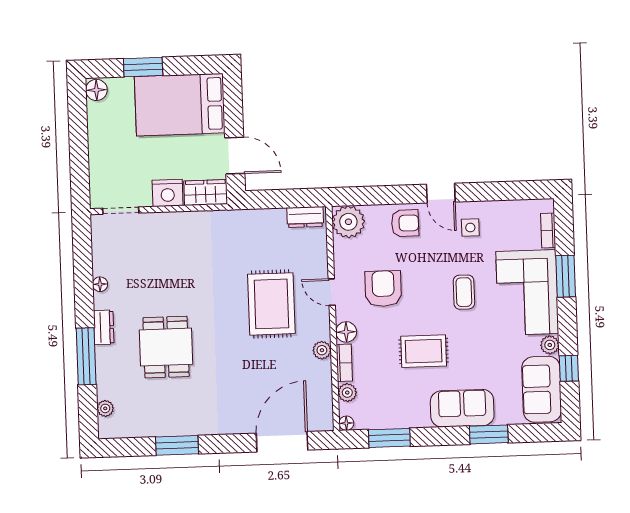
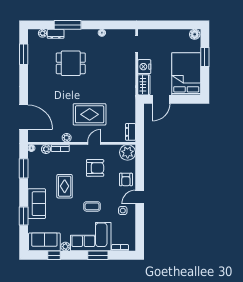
dresser: (104, 327) -> (56, 34), moved
floor lamp: (346, 332) -> (75, 150), removed
window: (177, 445) -> (24, 54), moved

